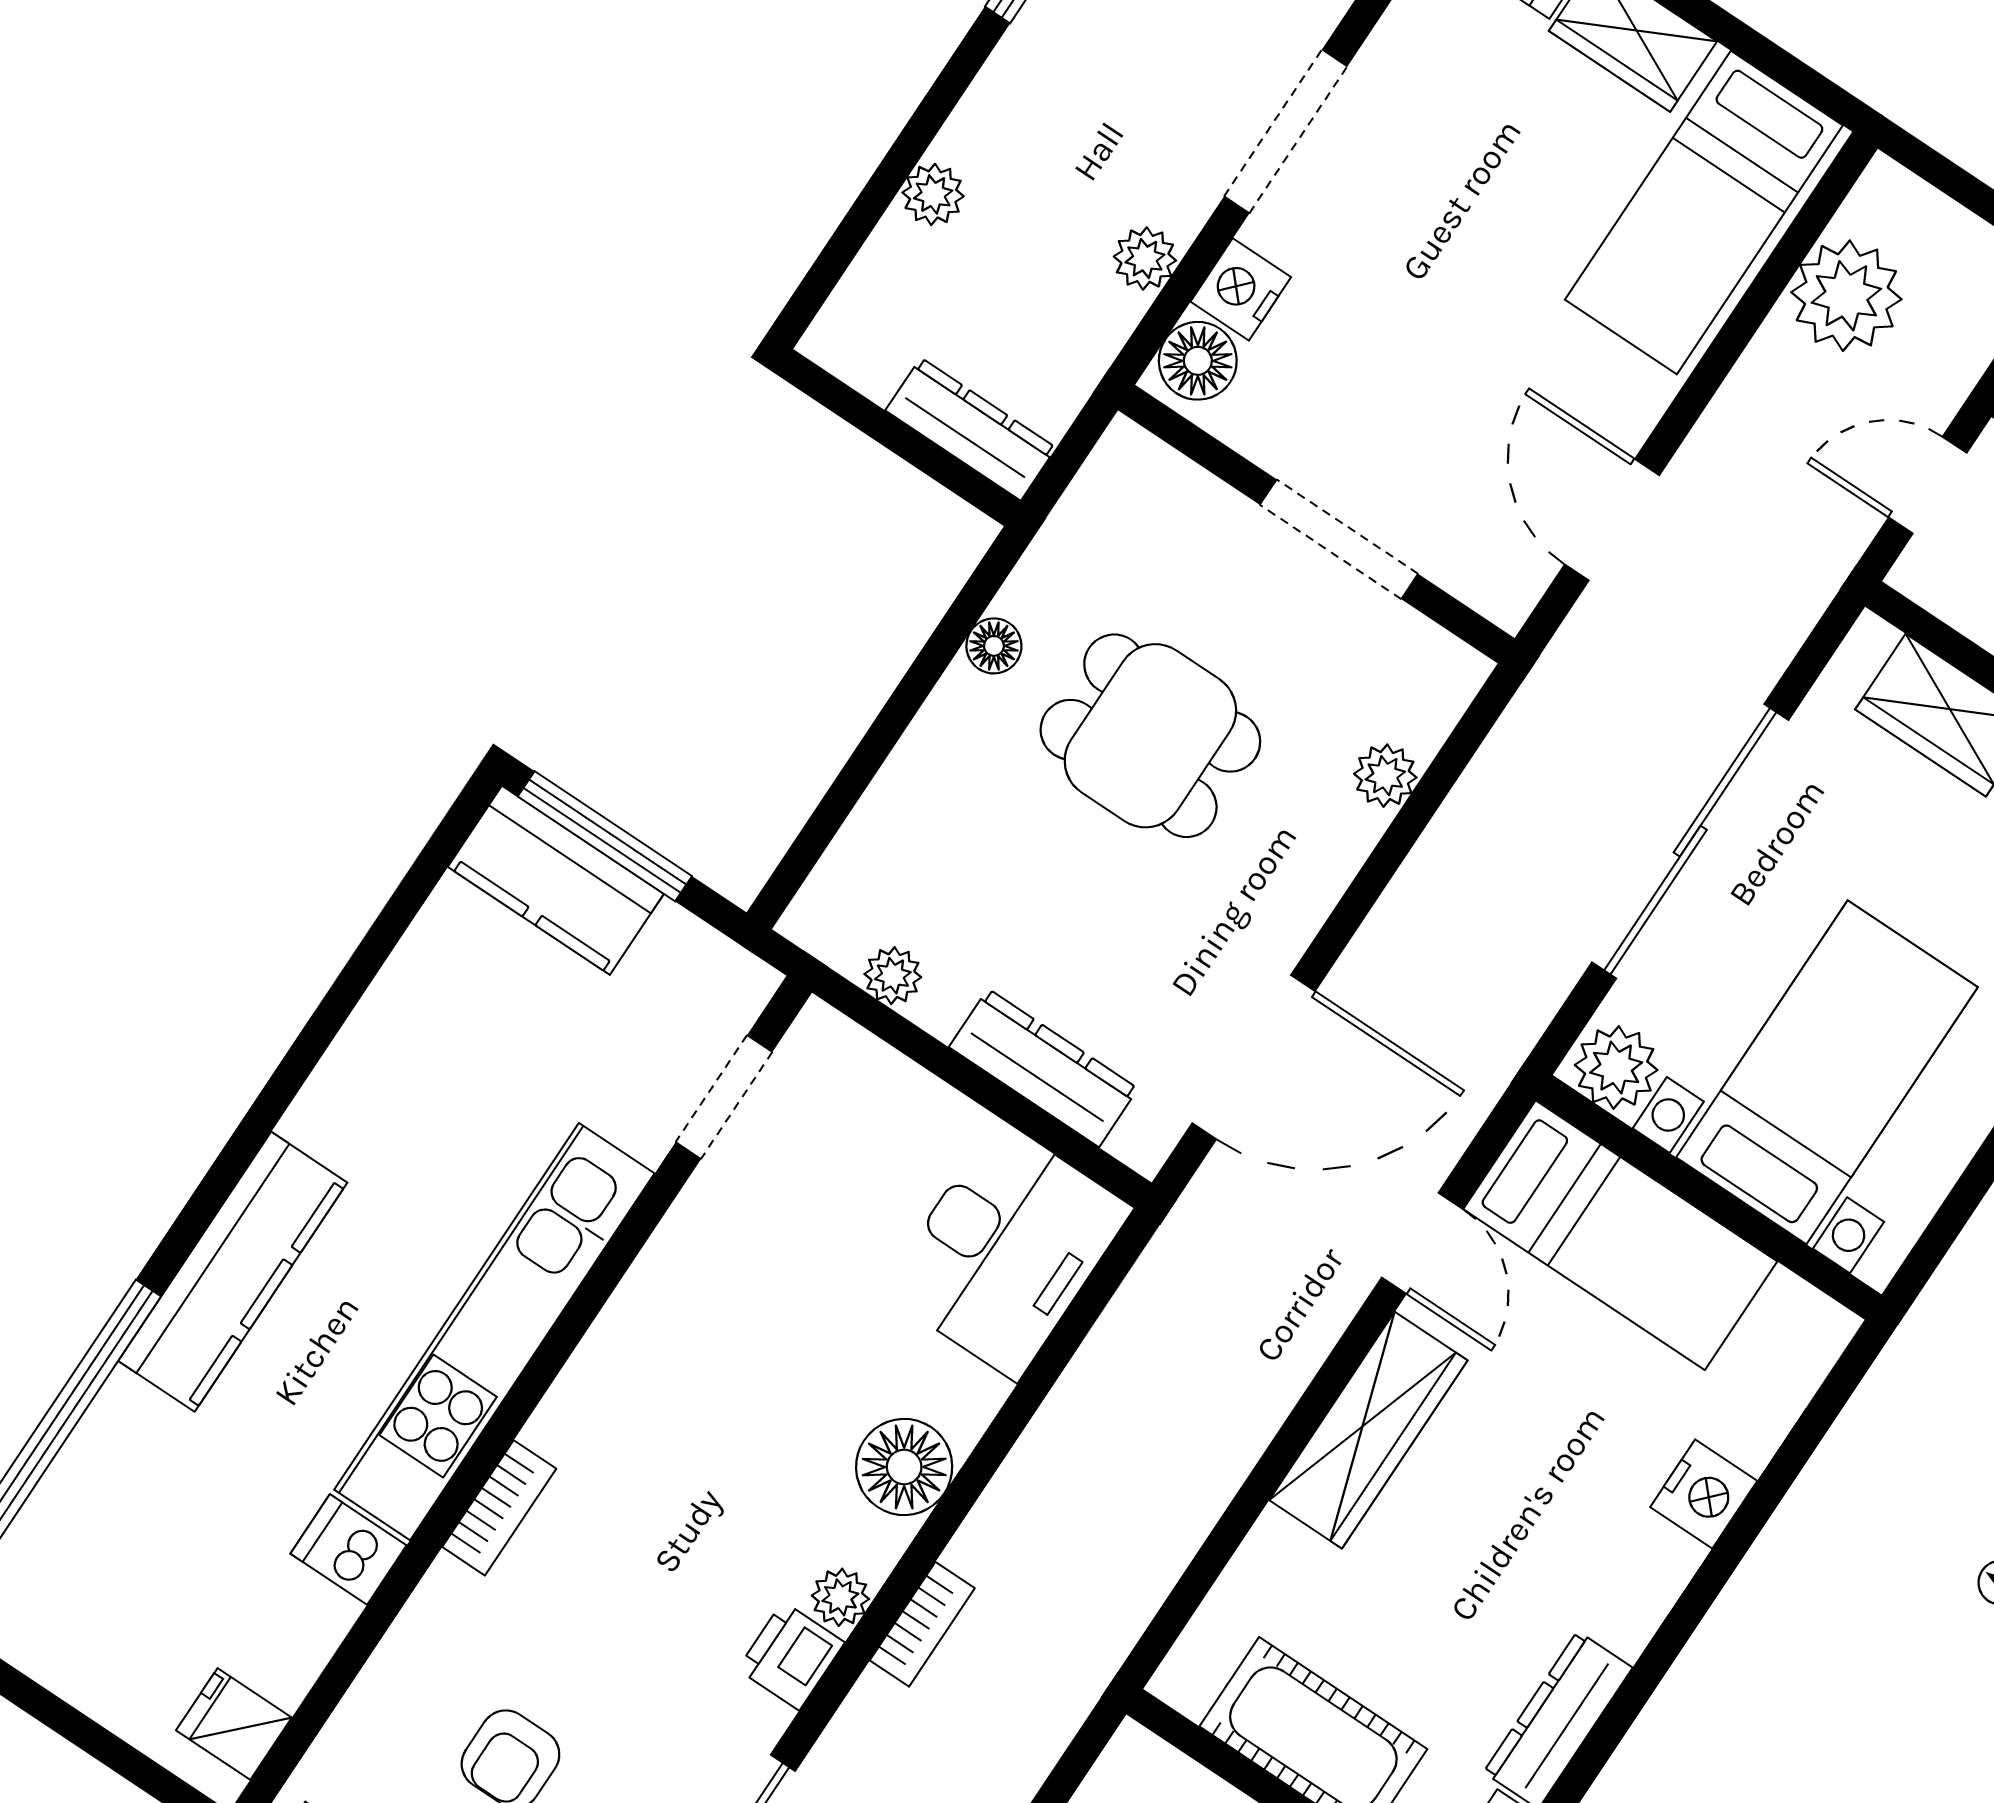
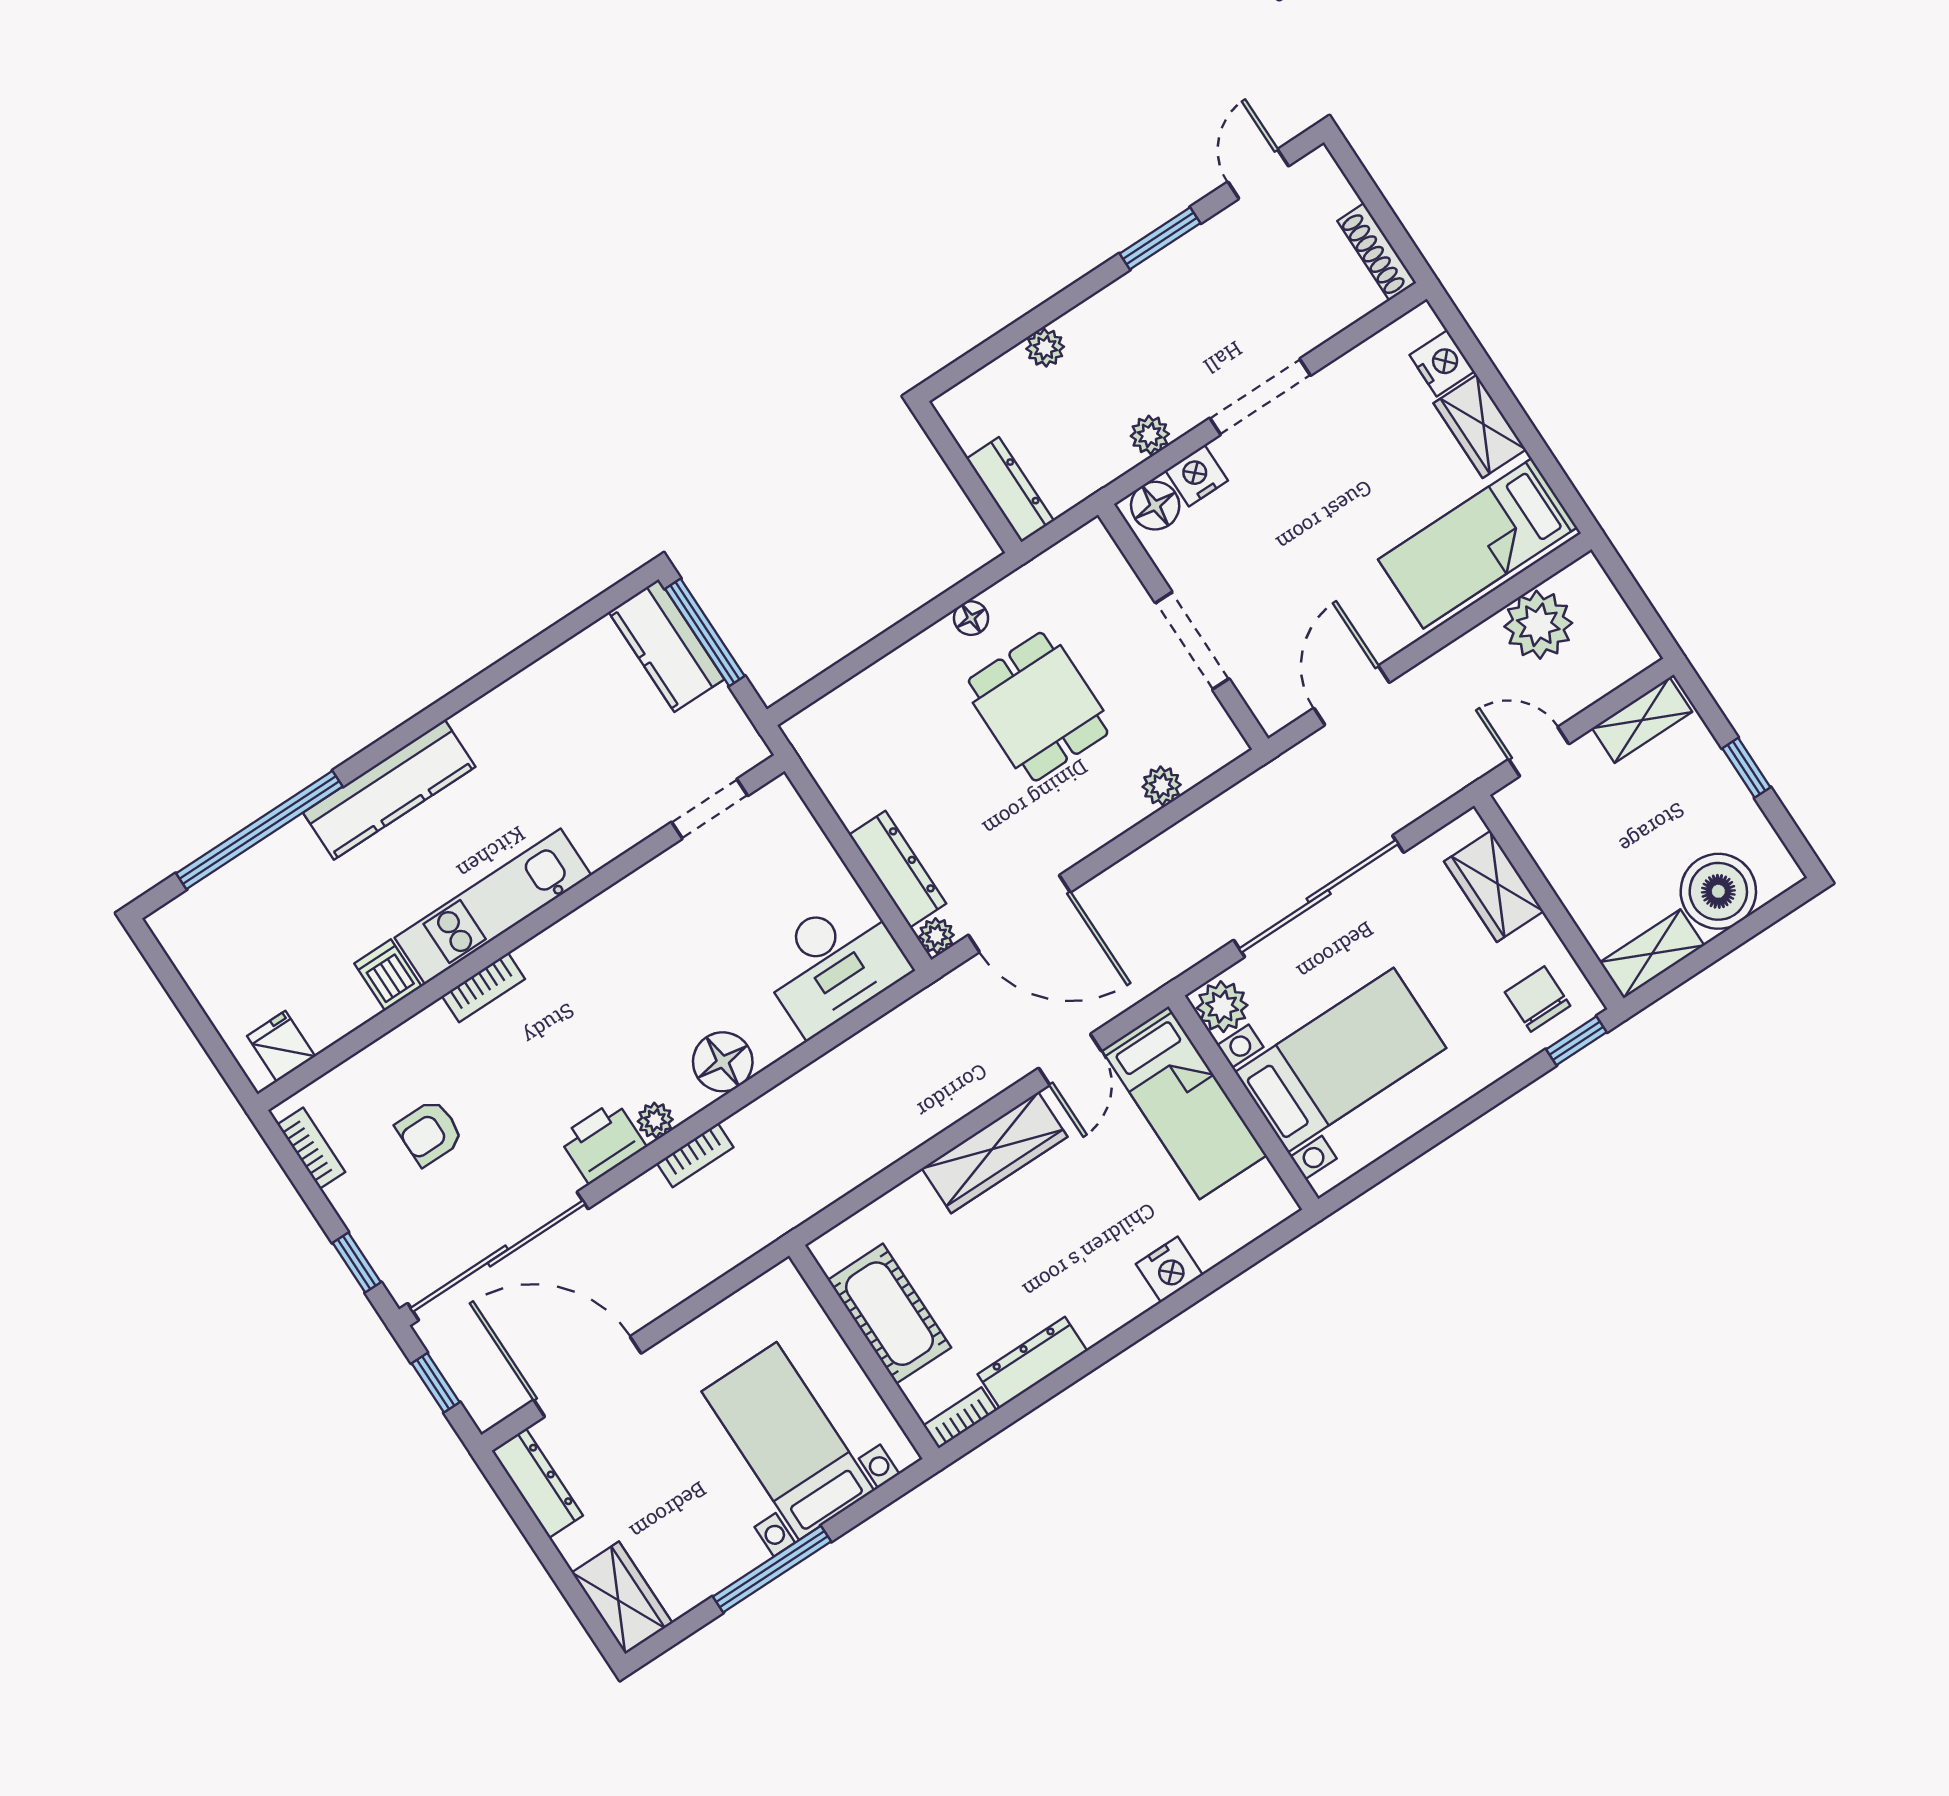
plant: (893, 976) -> (936, 936), moved
kitchen unit: (494, 1332) -> (493, 906), width x0.73
printer: (791, 1656) -> (602, 1142), width x1.36, depth x1.24

